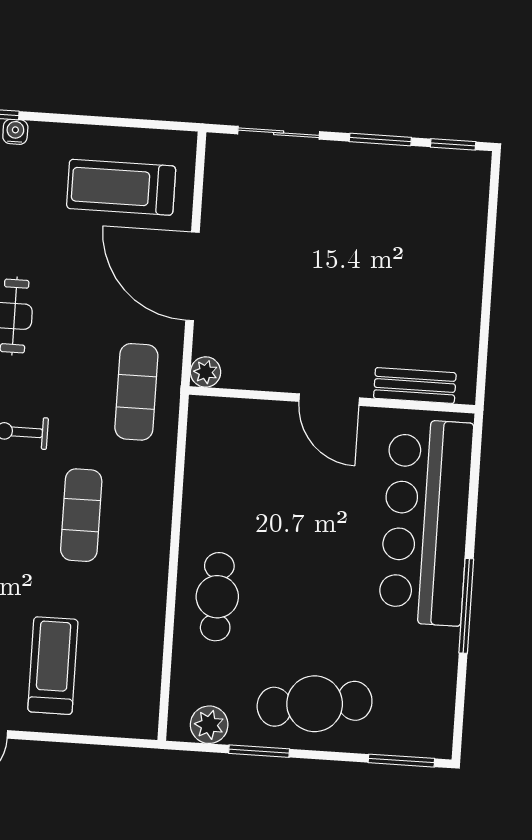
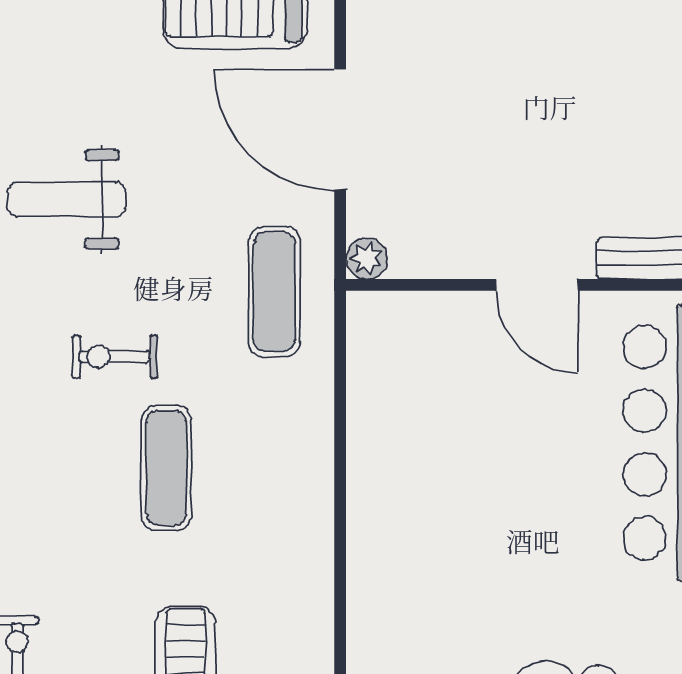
exercise mat: (81, 515) -> (166, 468), moved
cafe table: (217, 597) -> (403, 563), removed

